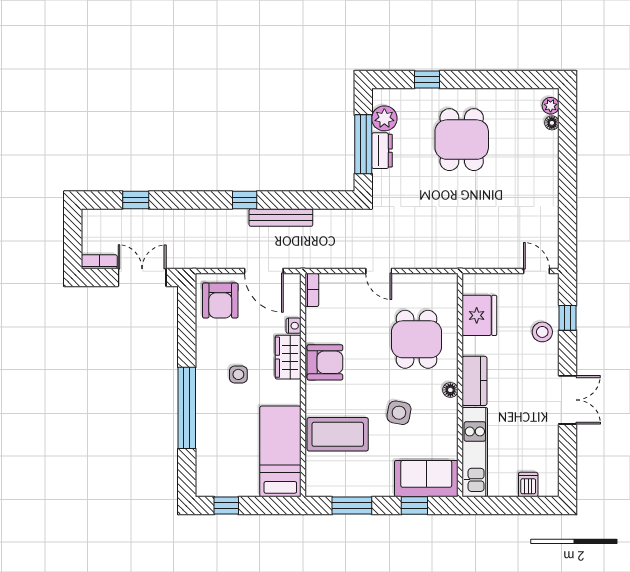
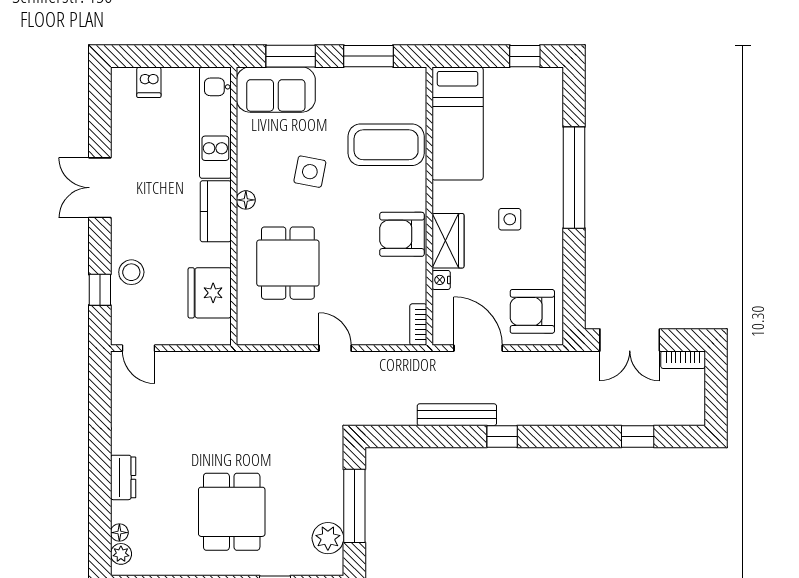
dresser: (382, 151) -> (123, 477), moved, turned 180
armchair: (220, 300) -> (532, 311), turned -90
window: (414, 506) -> (291, 56), width x1.50

